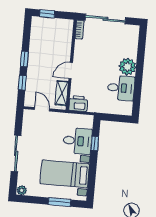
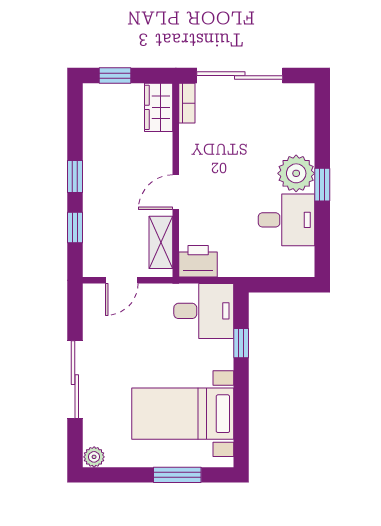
wardrobe: (66, 30) -> (159, 107), added
window: (139, 73) -> (322, 185), added
door: (42, 109) -> (122, 280), swing flipped
desk: (78, 141) -> (204, 311), moved

